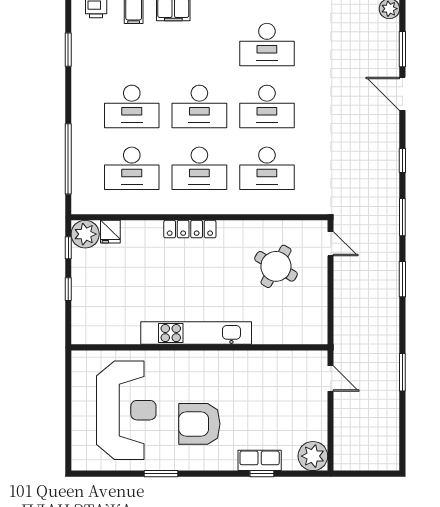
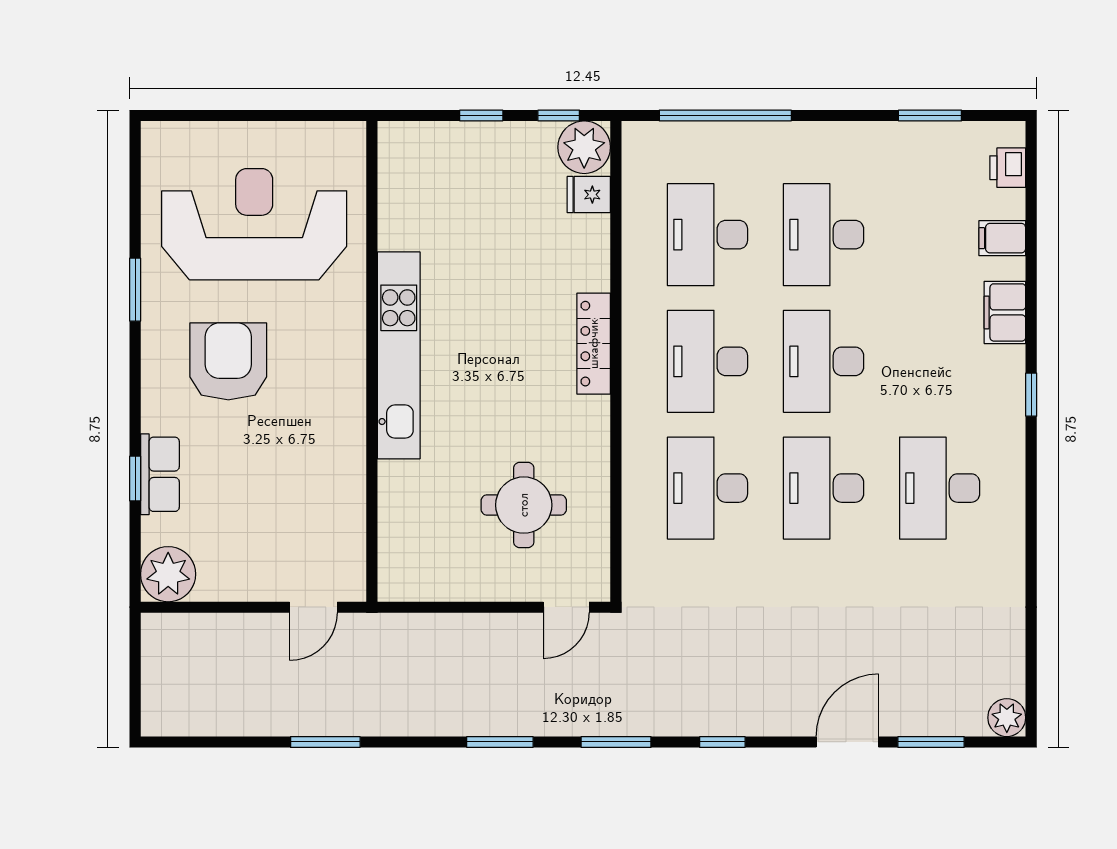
round table: (276, 266) -> (524, 505), turned -30
reception desk: (126, 410) -> (254, 224), turned 180

